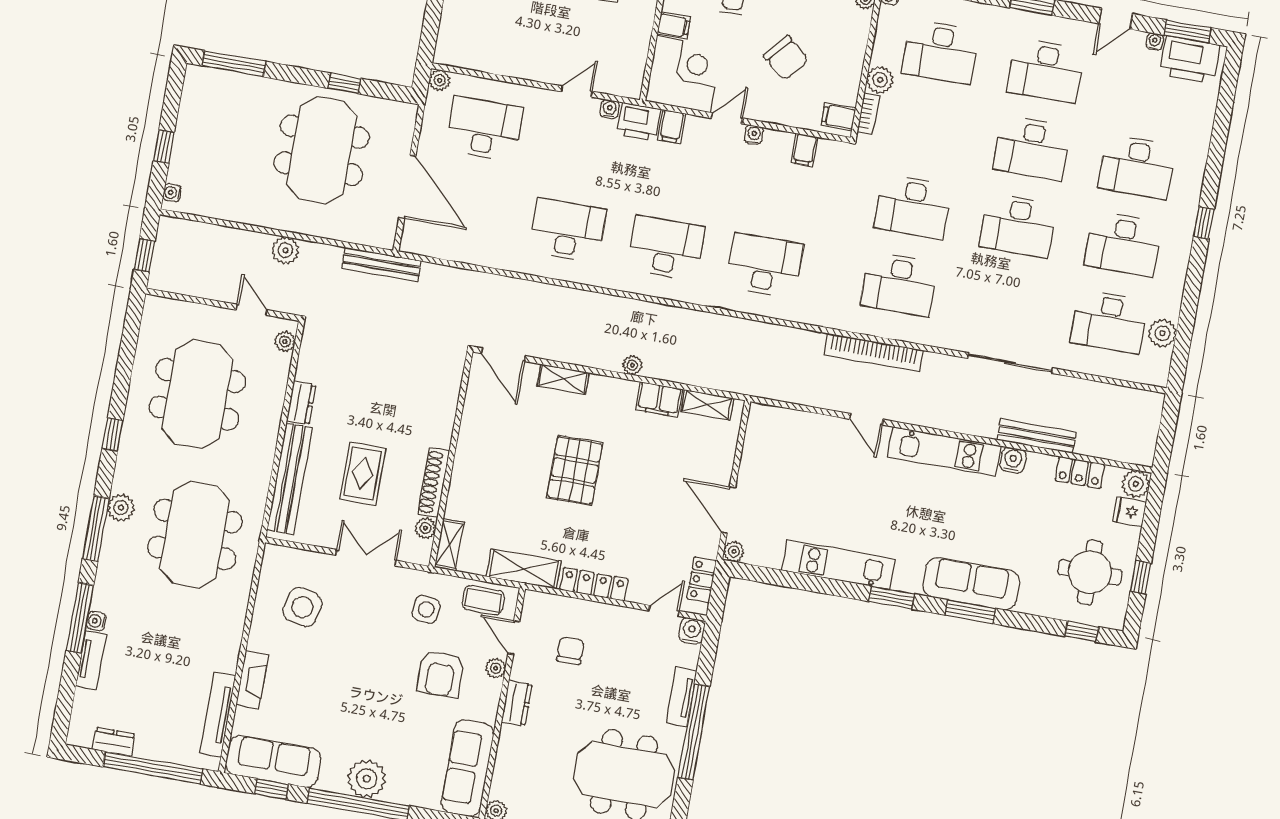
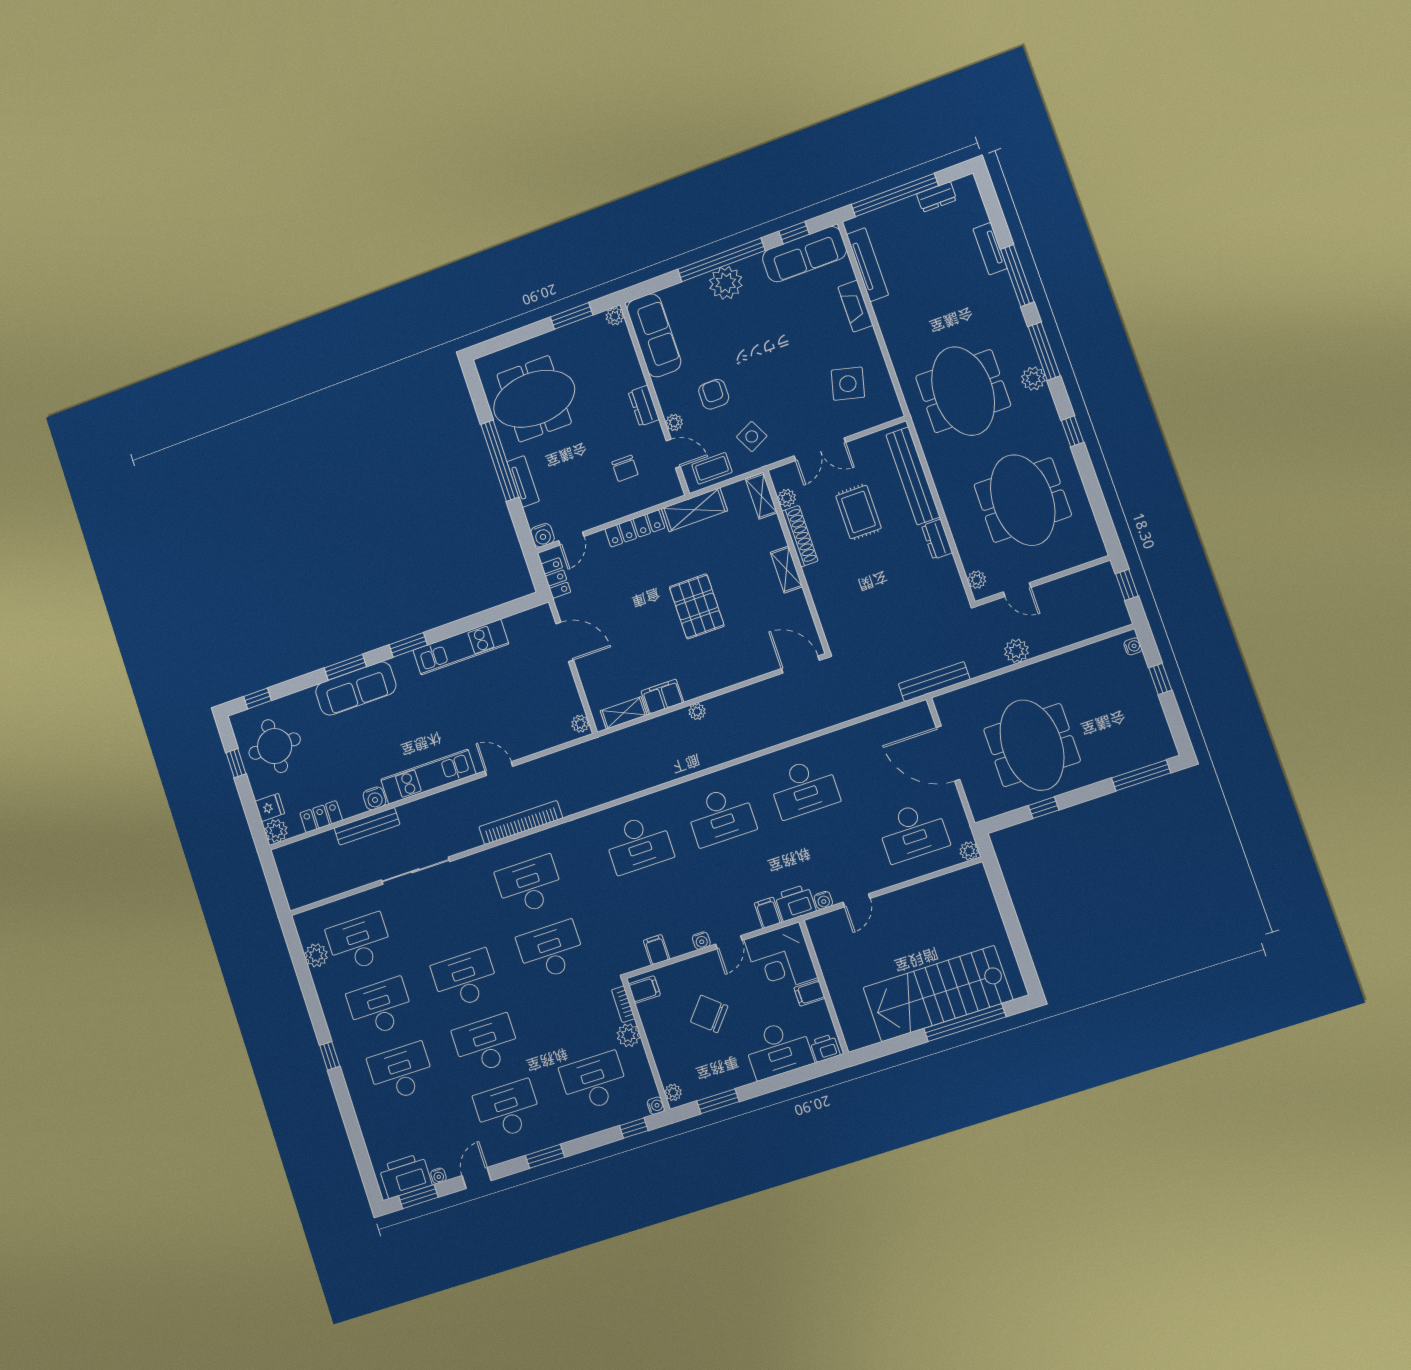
shelving: (563, 379) -> (786, 570), moved, turned 90
plant: (734, 551) -> (580, 724), moved
side table: (426, 609) -> (752, 436), turned -34
water cooler: (96, 621) -> (1003, 281), removed
armchair: (440, 674) -> (714, 394), width x0.72, depth x0.72

